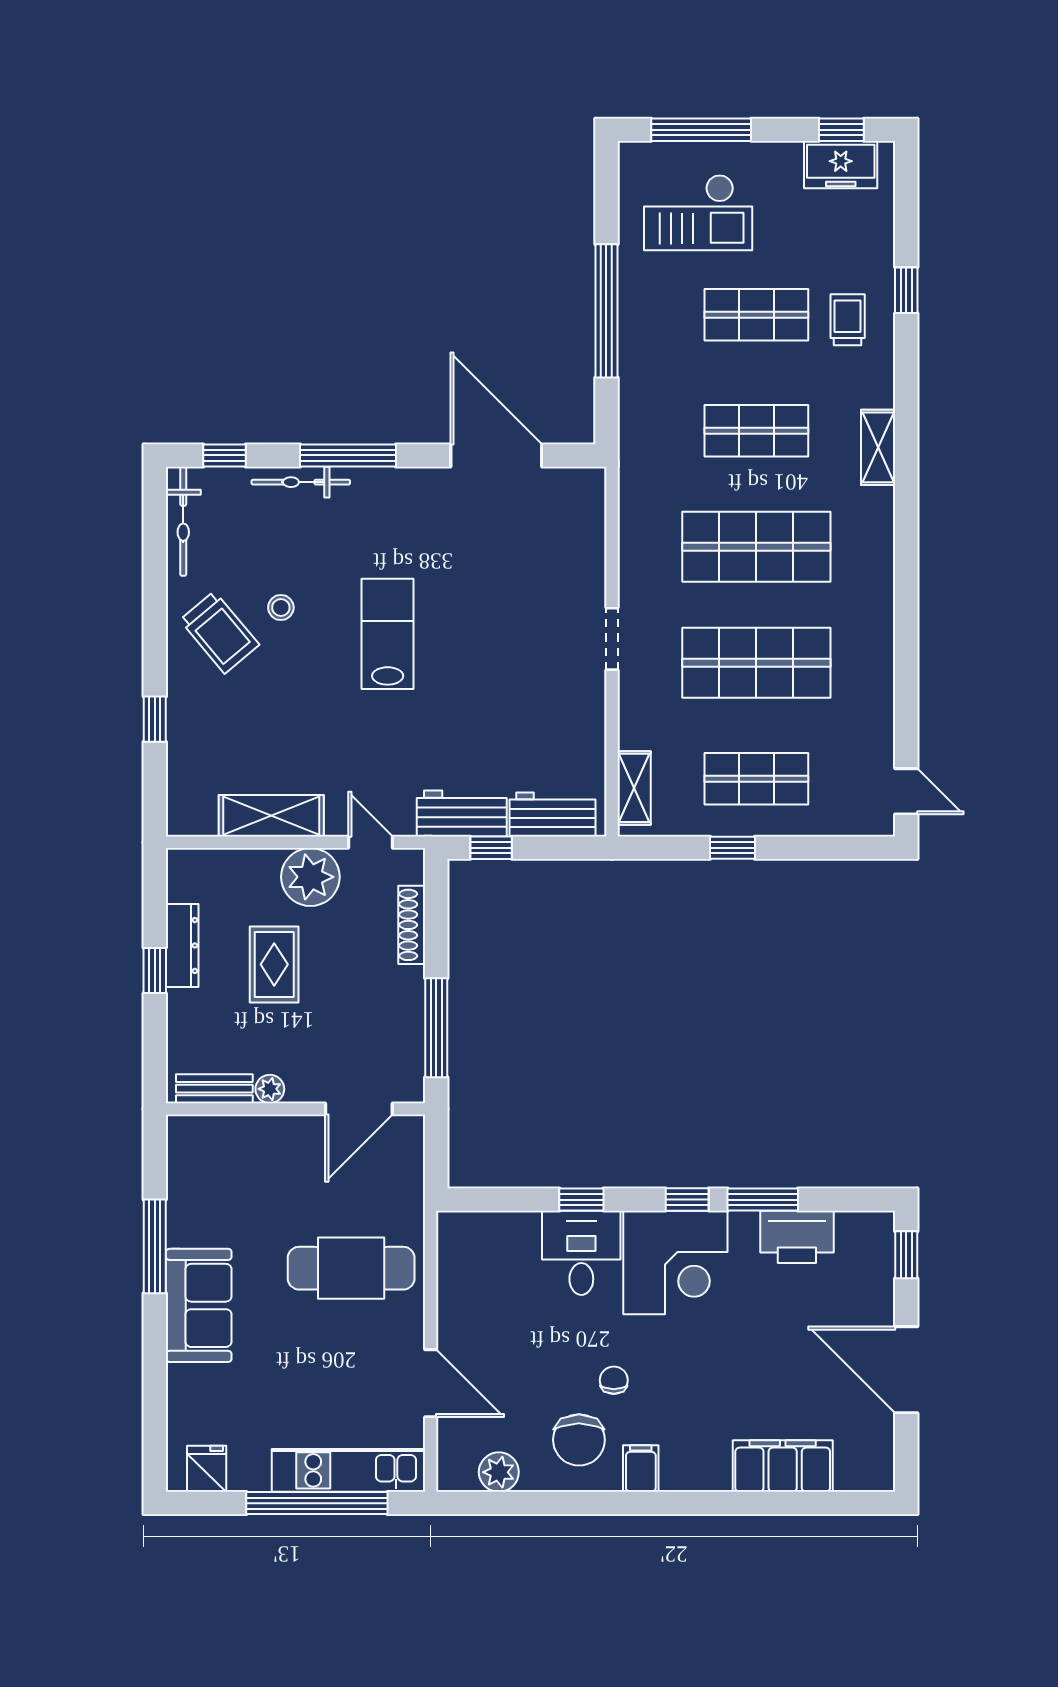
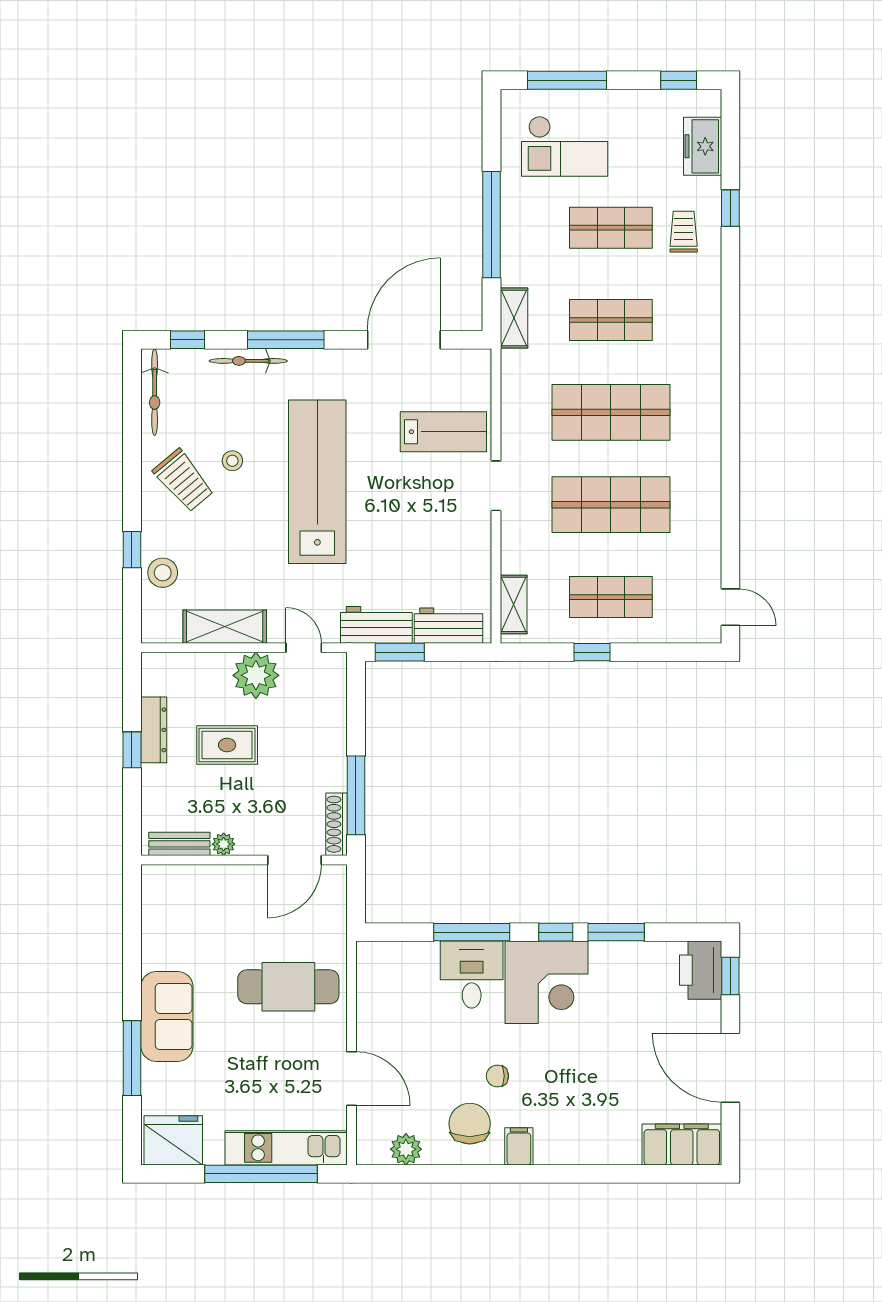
freezer: (841, 165) -> (703, 146), moved, turned 90
shelving: (878, 447) -> (514, 318), moved
door: (496, 455) -> (404, 340), hinge flipped
lab bench: (546, 571) -> (443, 432), added
lab bench: (388, 634) -> (317, 482), width x1.86, depth x1.39
stool: (193, 748) -> (163, 573), added
window: (491, 848) -> (400, 652), width x1.50
shoe rack: (412, 925) -> (337, 824), moved
rug: (274, 964) -> (227, 745), turned 90
window: (581, 1200) -> (472, 932), width x2.17
printer: (797, 1237) -> (701, 970), moved, turned 90
window: (155, 1246) -> (132, 1058), moved
chair: (614, 1380) -> (497, 1076), turned -90
chair: (579, 1440) -> (470, 1124), turned 180
filing cabinet: (783, 1466) -> (682, 1144), moved
fridge: (207, 1469) -> (173, 1140), width x1.88, depth x1.34

